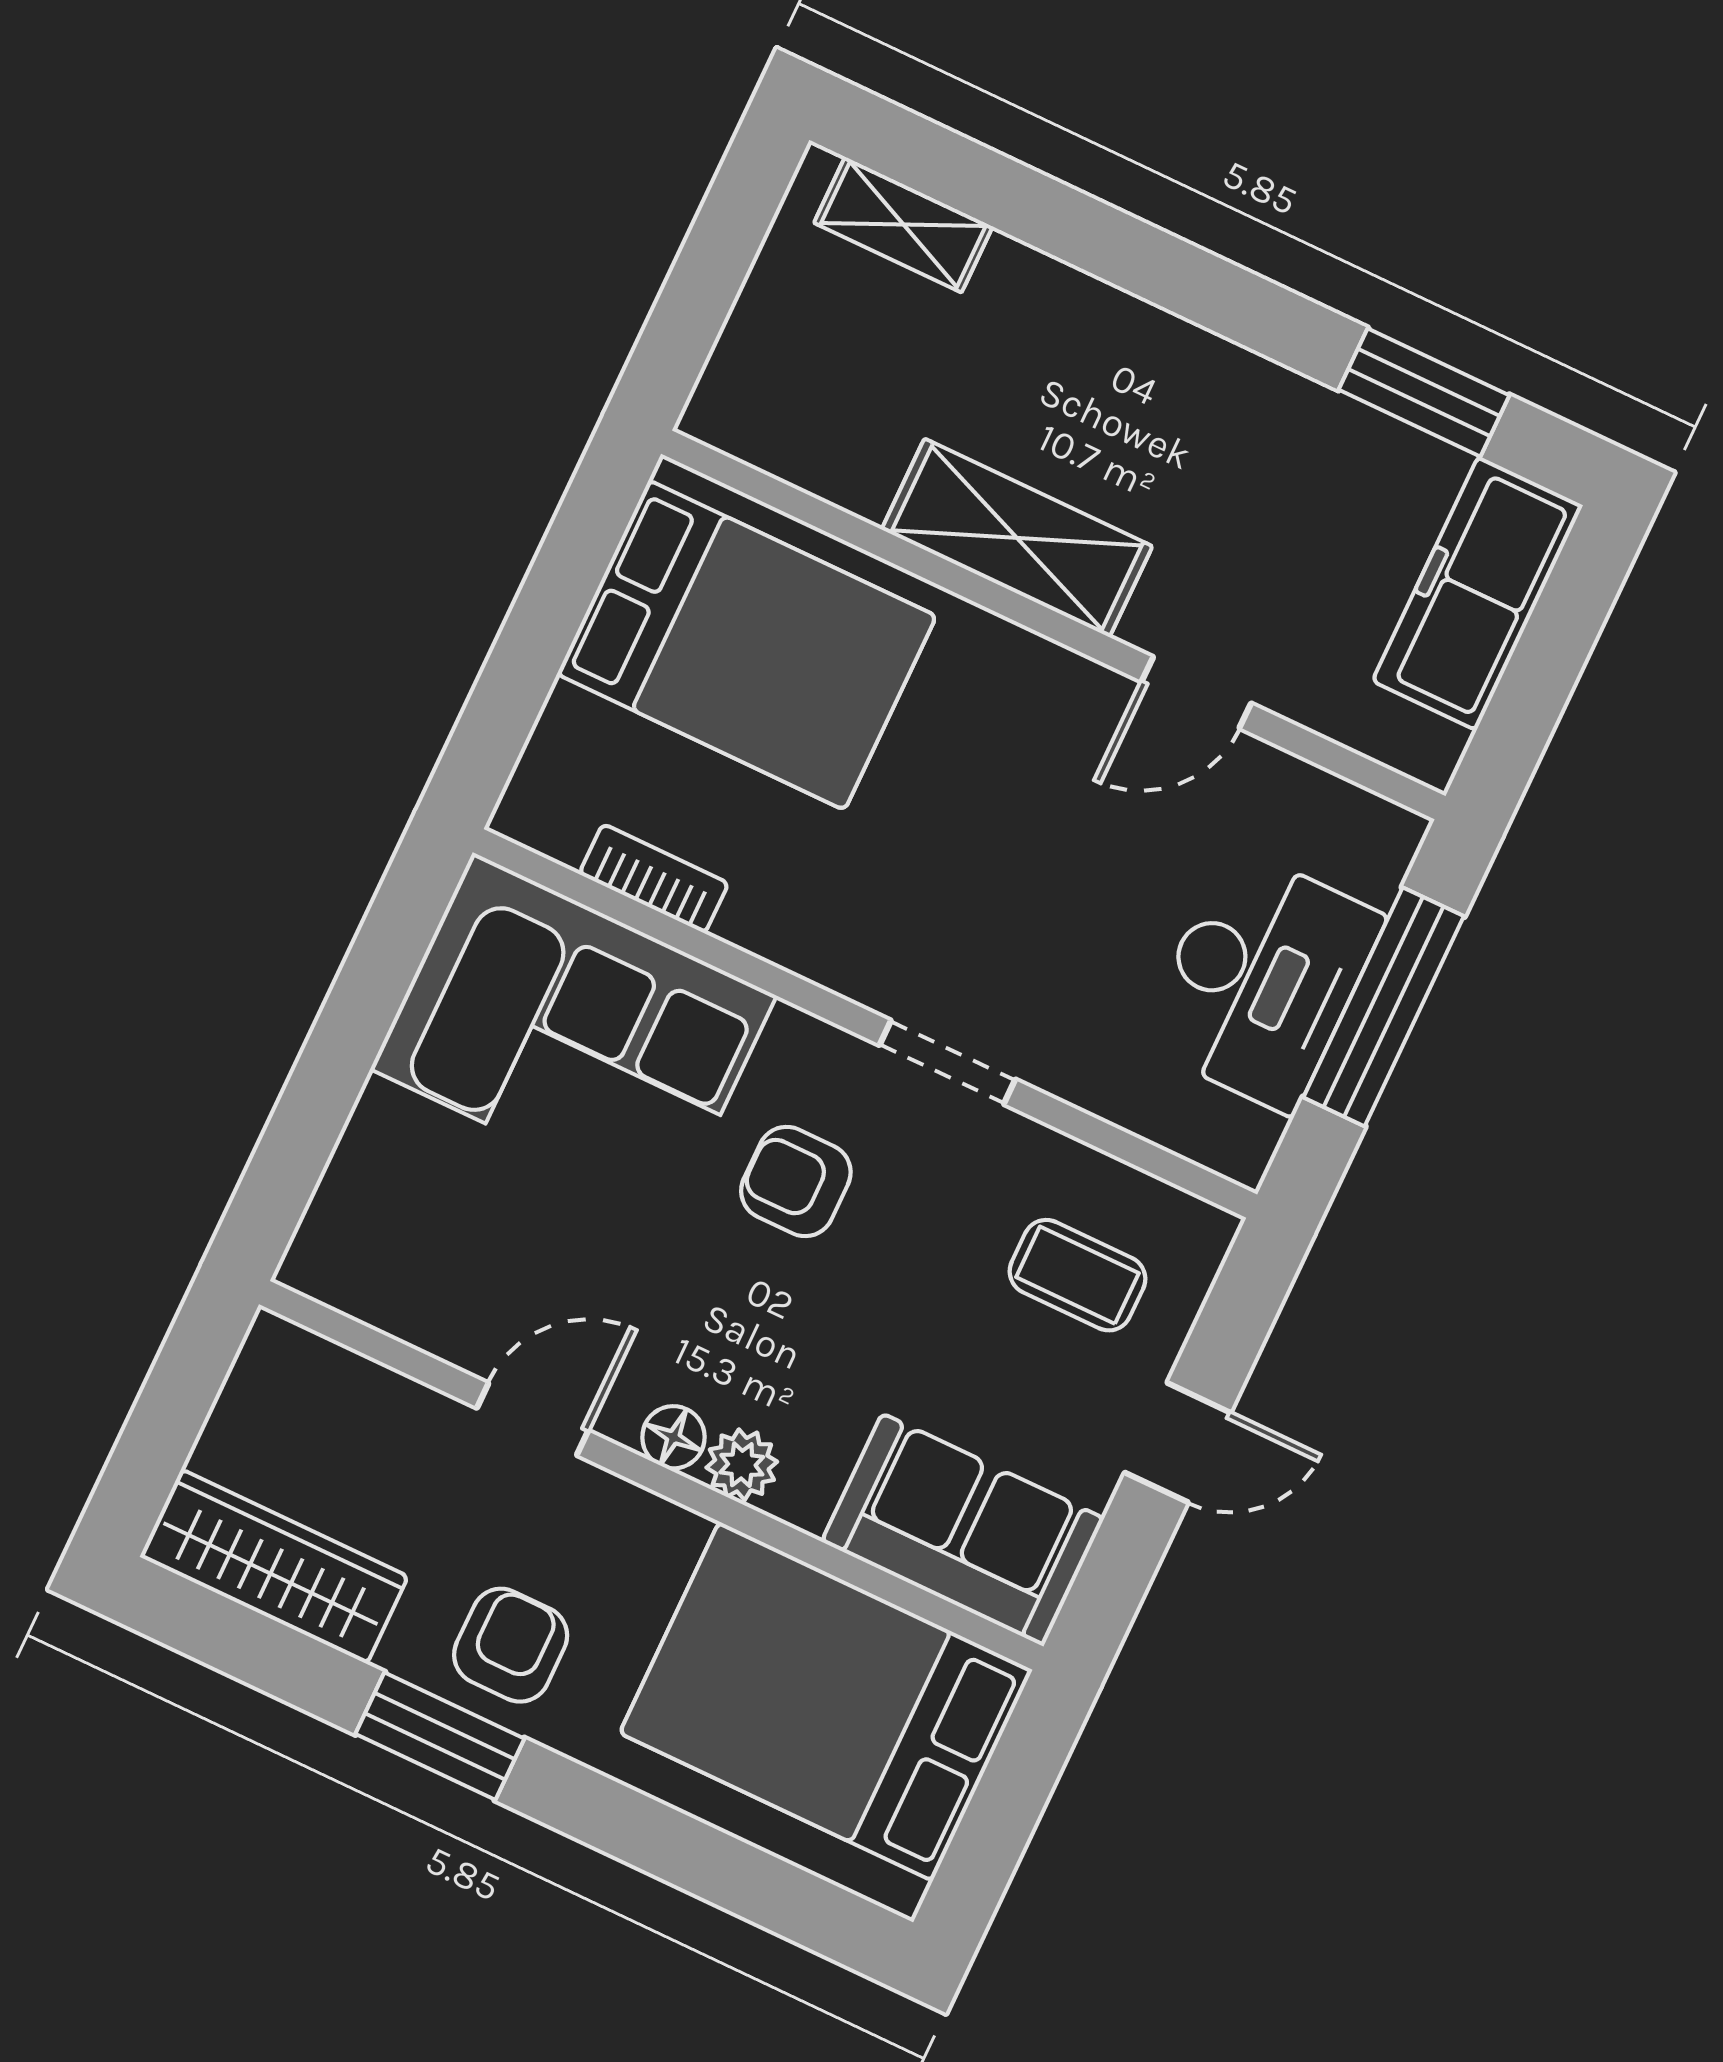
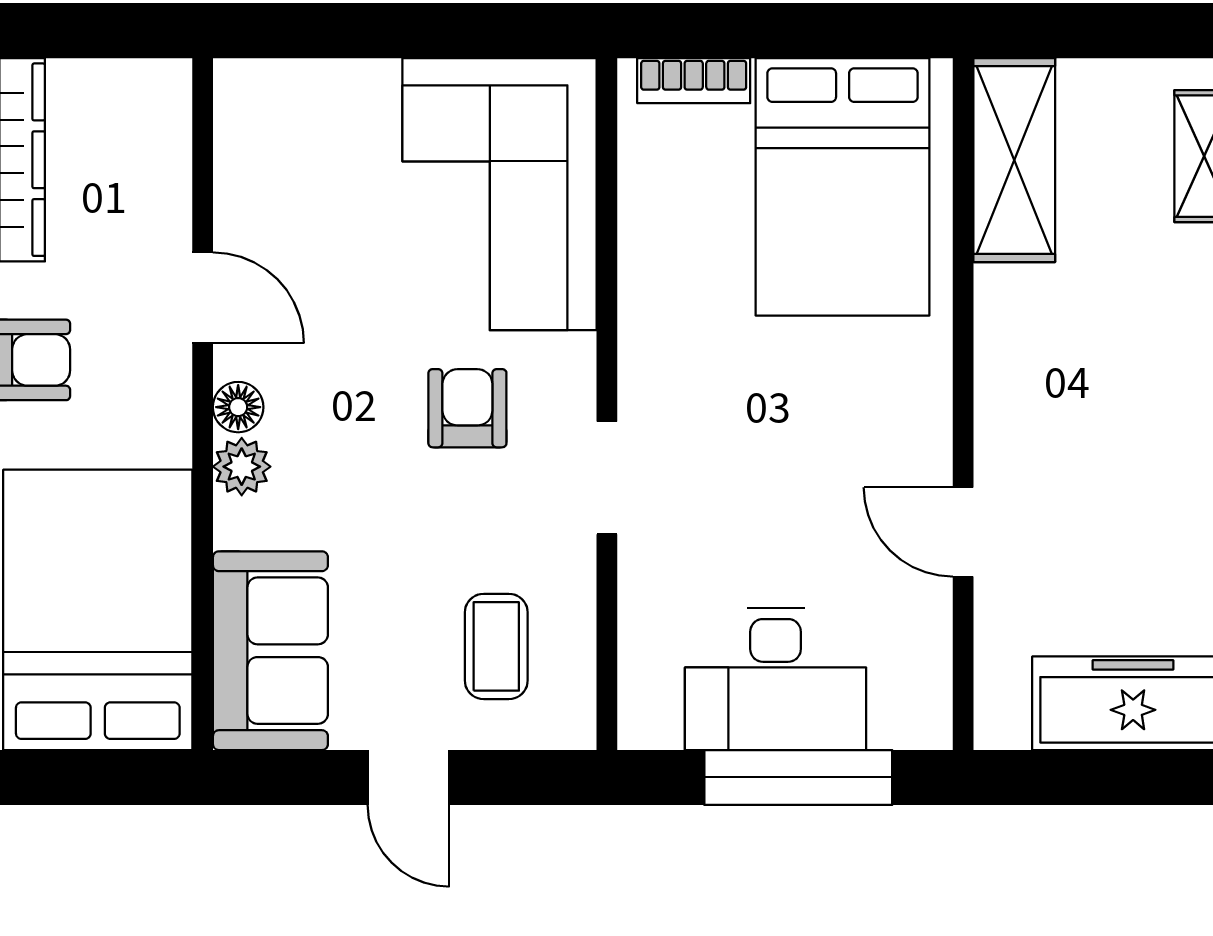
shelving: (1017, 538) -> (1014, 160), moved
bookcase: (654, 879) -> (694, 81), moved, turned 90

